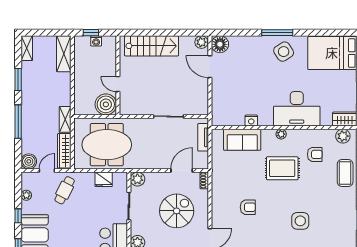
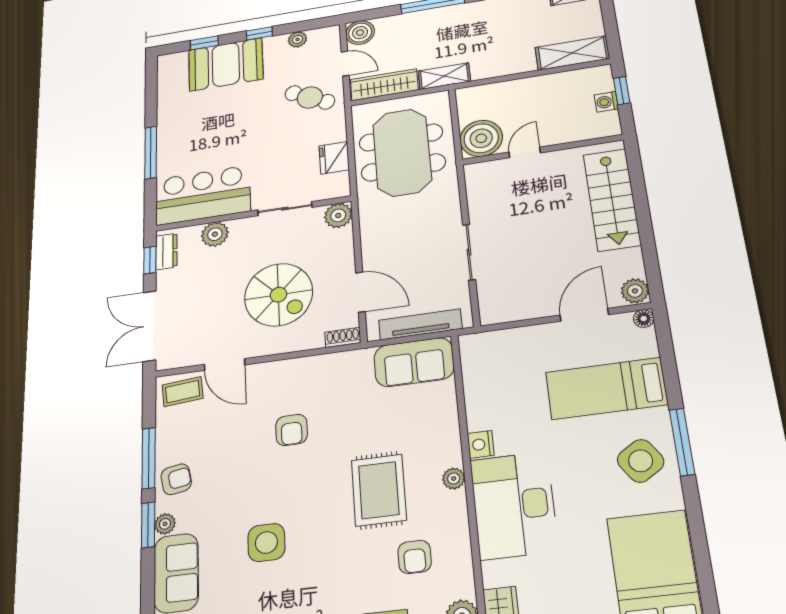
floor lamp: (220, 44) -> (644, 319), width x0.53, depth x0.53
bed: (248, 62) -> (606, 388), added
nightstand: (251, 121) -> (481, 444), moved
tv unit: (203, 137) -> (420, 324), width x1.41
sofa: (242, 140) -> (414, 362), moved, turned -90

